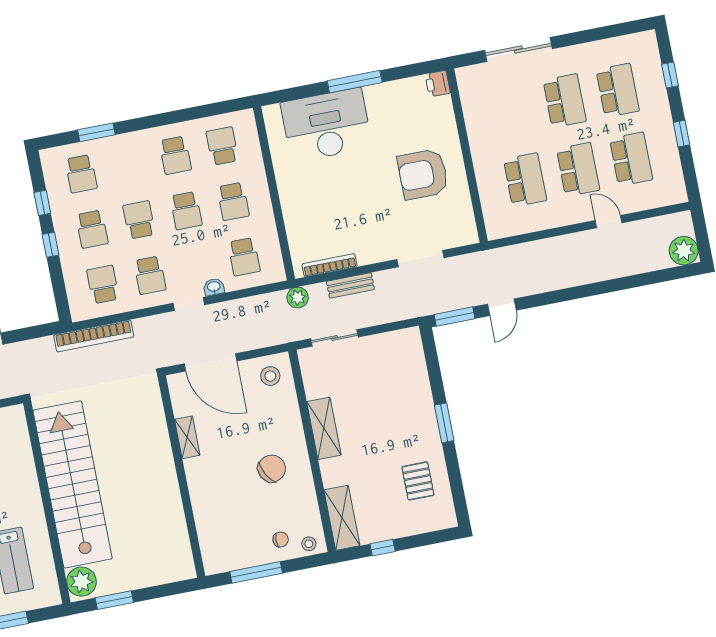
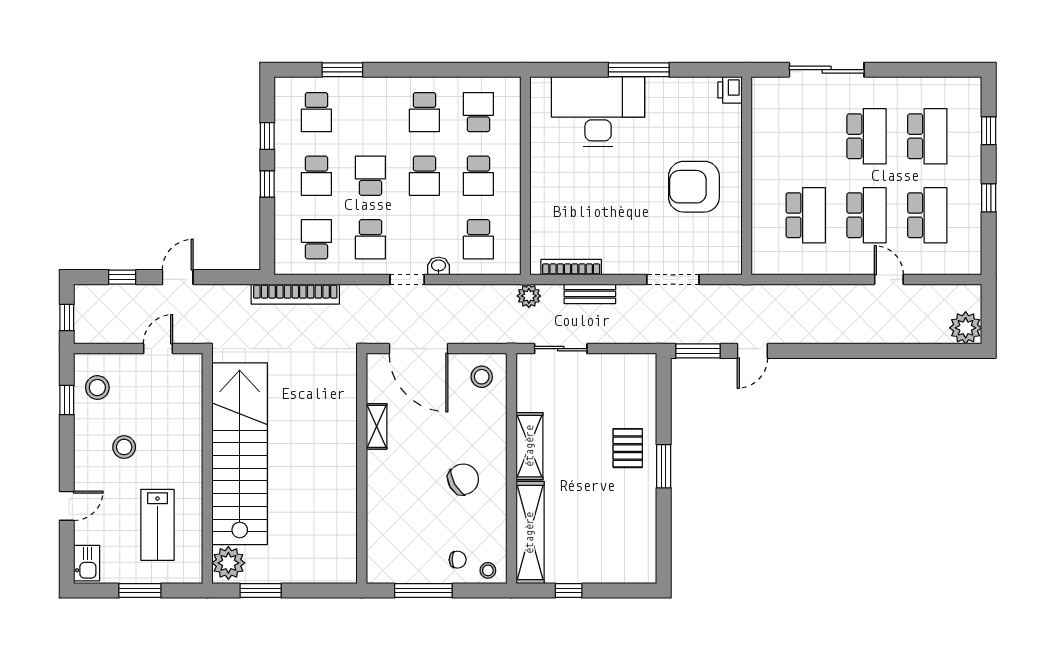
pallet: (418, 481) -> (628, 448), moved
shelving: (342, 518) -> (530, 533), width x1.47

